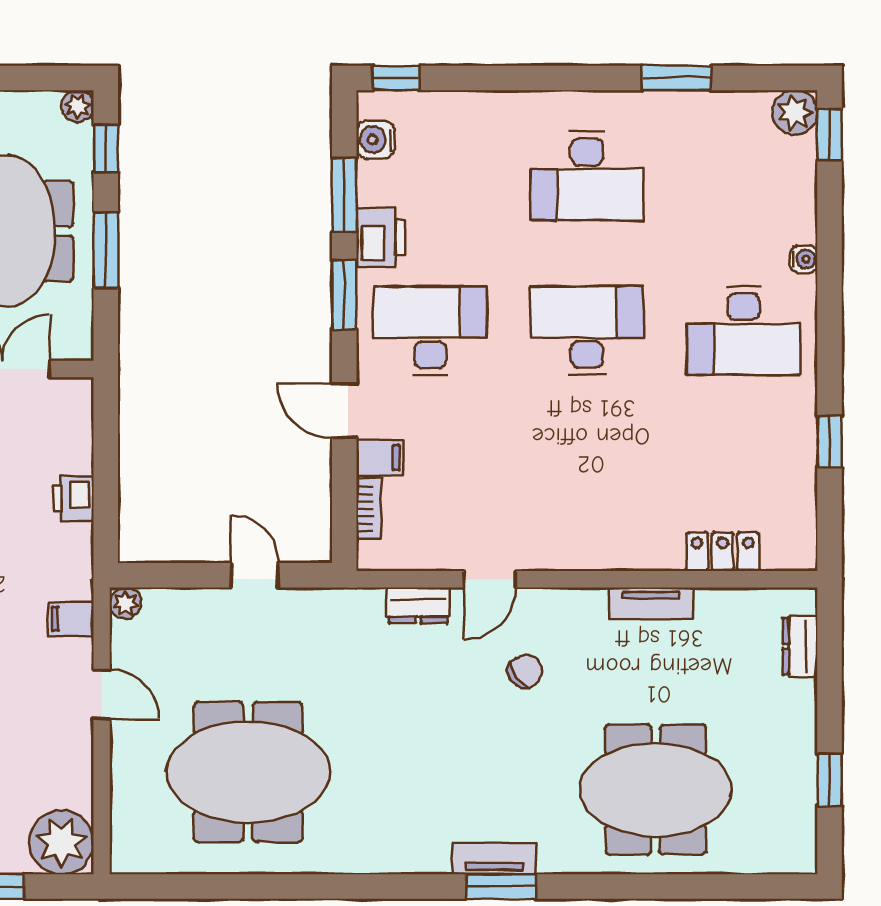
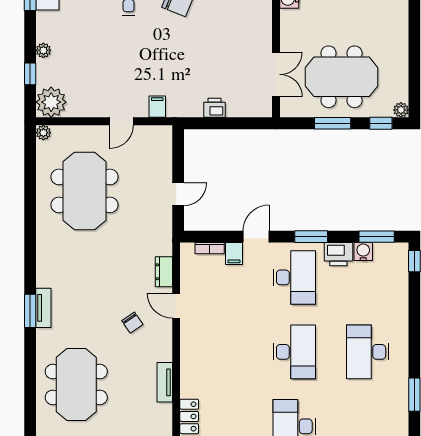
water cooler: (376, 140) -> (363, 251), moved
window: (344, 195) -> (377, 237), moved
plant: (126, 603) -> (43, 133), moved

